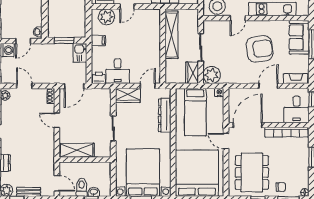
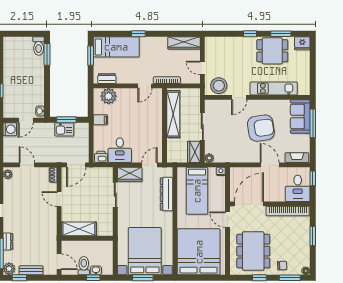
door: (127, 7) -> (145, 86), moved
kitchen sink: (80, 53) -> (64, 129), moved, turned -90
plant: (212, 75) -> (209, 158), width x0.53, depth x0.53
door: (268, 86) -> (270, 165), hinge flipped
sliding door: (113, 128) -> (115, 195), moved

